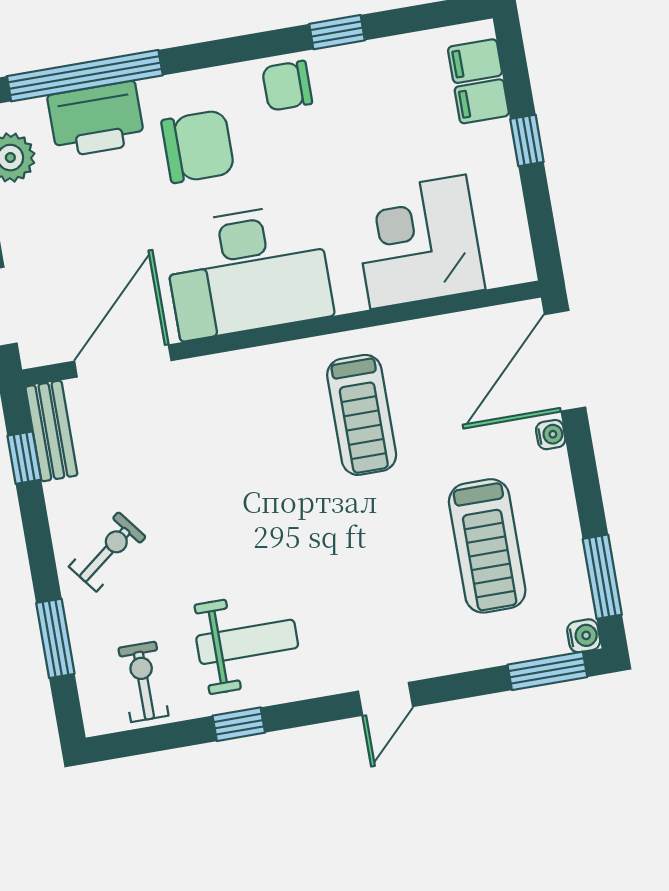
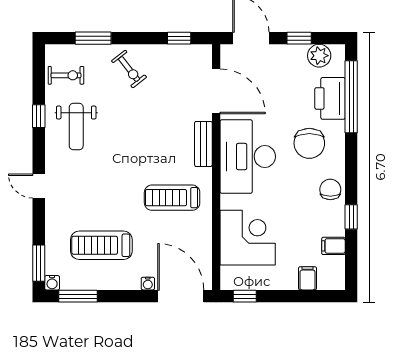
filing cabinet: (475, 61) -> (333, 246), moved, turned -90
window: (527, 140) -> (245, 296), moved
bench: (51, 431) -> (203, 144), moved, turned 90

